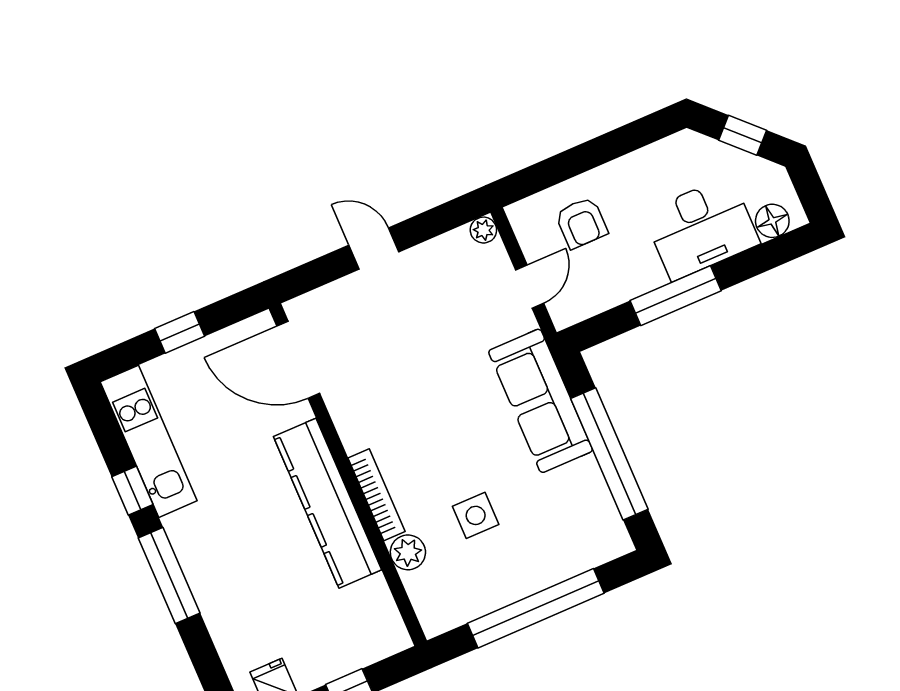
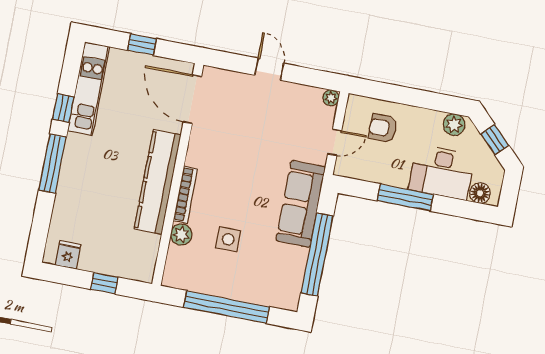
plant: (674, 153) -> (454, 125), added
armchair: (581, 223) -> (383, 128), turned 90

